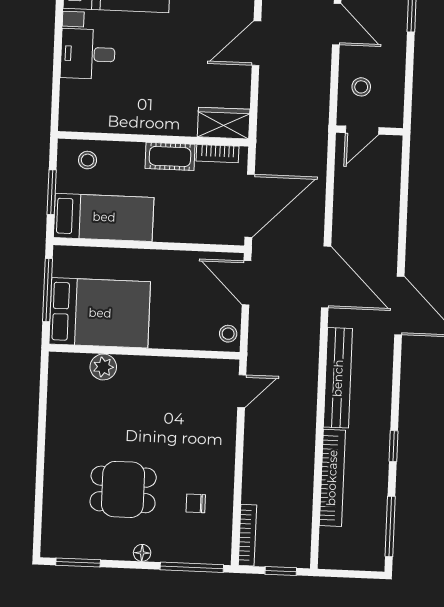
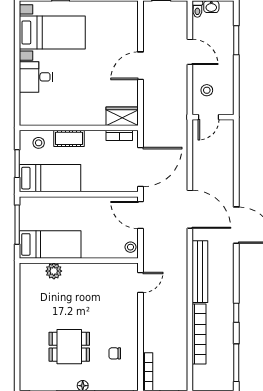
cot: (170, 156) -> (69, 138), moved
bed: (100, 313) -> (50, 244), width x0.67

